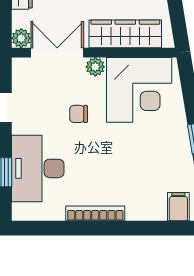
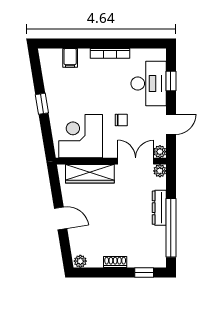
double door: (57, 53) -> (136, 161), swing flipped
plant: (95, 67) -> (160, 152), moved
filing cabinet: (178, 207) -> (70, 58), moved

